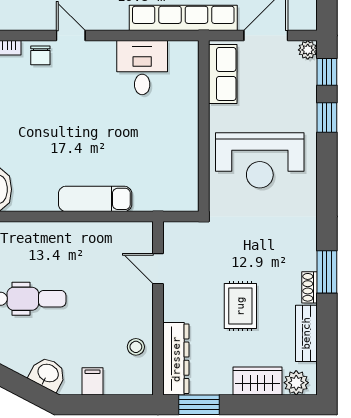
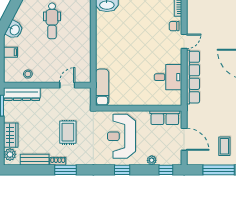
row of seats: (183, 18) -> (193, 77), moved
plant: (308, 50) -> (152, 160), moved
window: (327, 118) -> (122, 170), moved
exam couch: (95, 199) -> (102, 87), moved
rug: (240, 306) -> (68, 132), moved, turned 90

